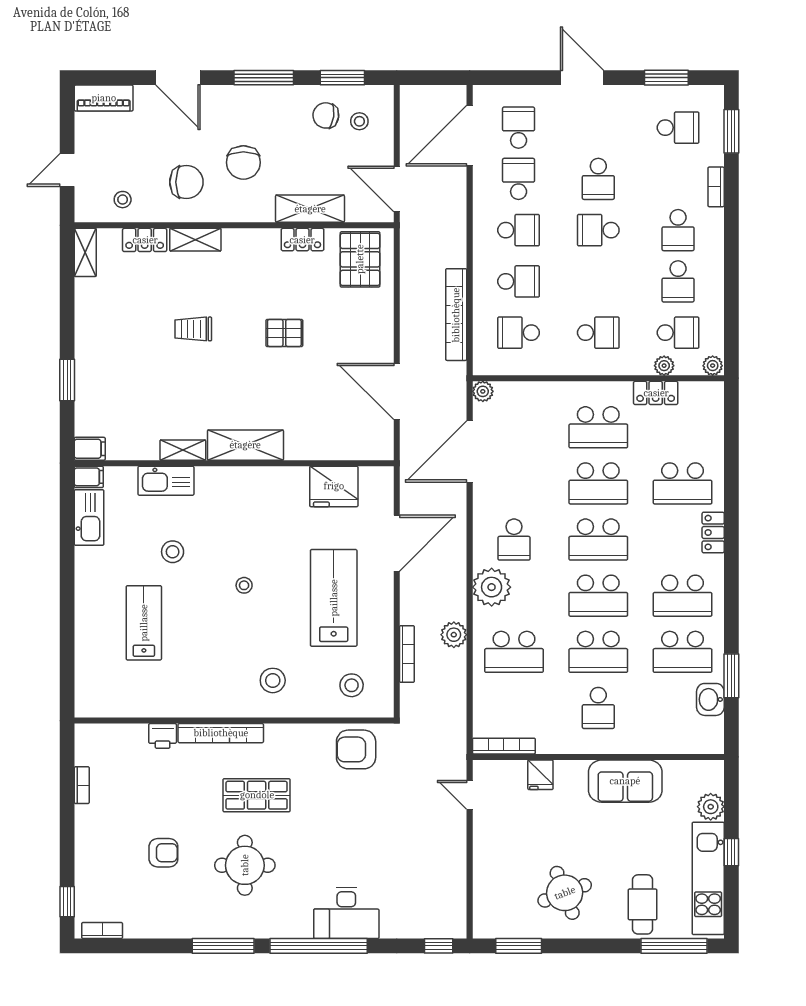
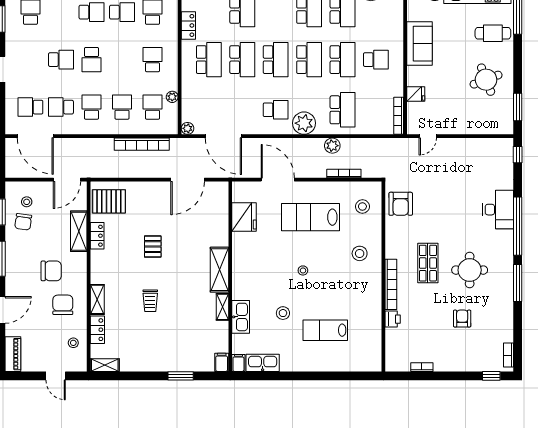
school desk: (519, 333) -> (153, 107), turned 180
plant: (664, 366) -> (172, 97), moved

